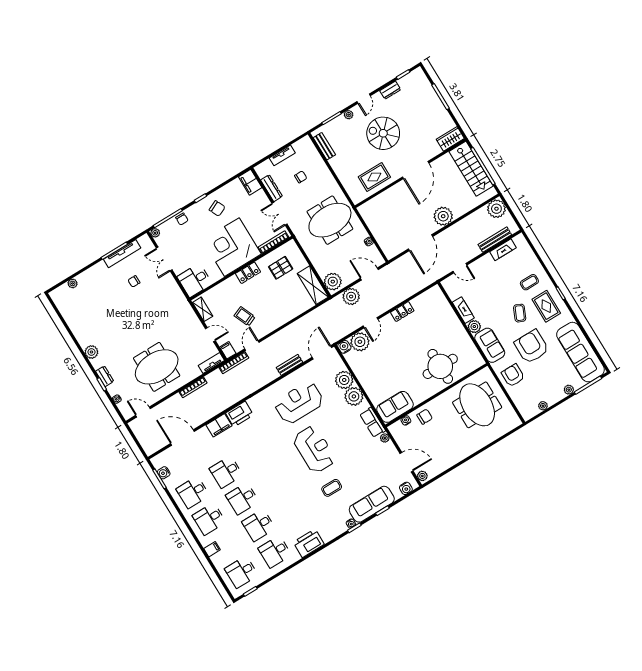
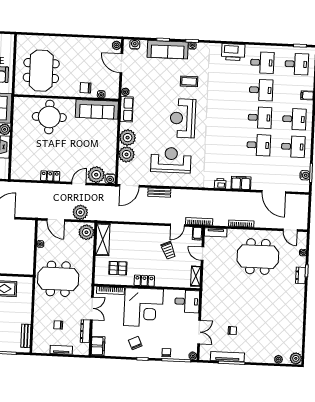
plant: (91, 352) -> (296, 358), moved
reception desk: (299, 403) -> (171, 160), turned 180
sofa: (395, 407) -> (97, 109), width x1.36
printer: (239, 414) -> (220, 183), width x0.53, depth x0.68

